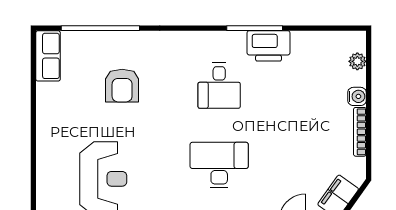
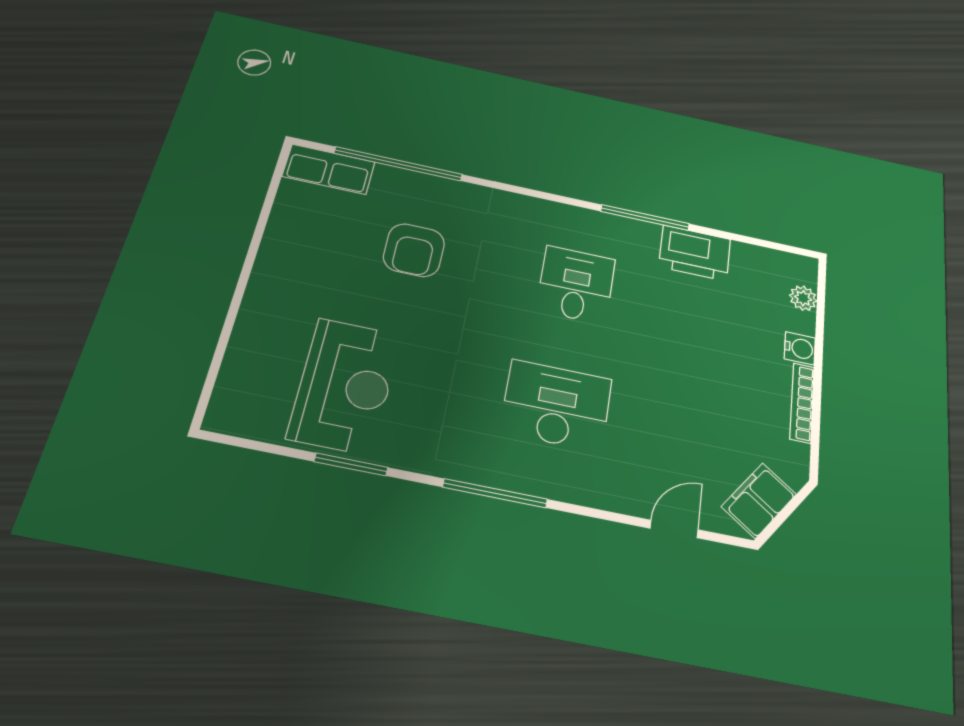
printer: (269, 46) -> (695, 253), moved
row of seats: (48, 56) -> (329, 169), moved, turned 90
desk: (219, 86) -> (576, 285), turned 180

